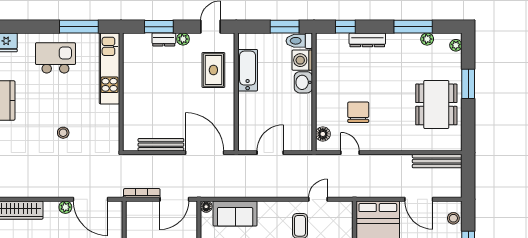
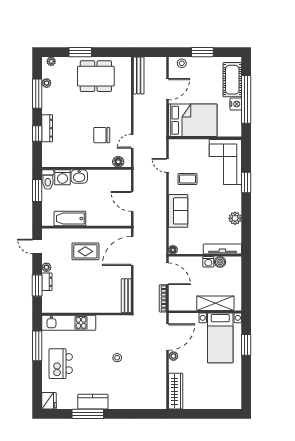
window: (345, 27) -> (37, 134), moved
rug: (213, 70) -> (85, 251), moved
bench: (161, 145) -> (126, 296), moved
sofa: (235, 214) -> (178, 211), moved

